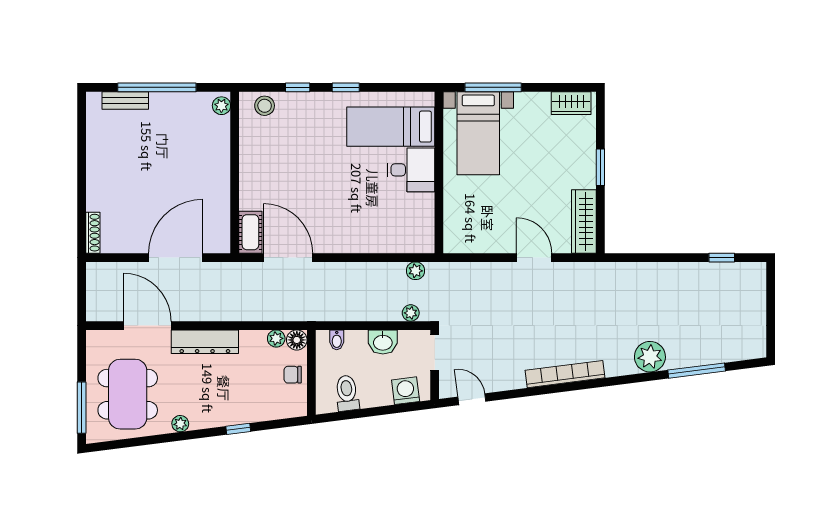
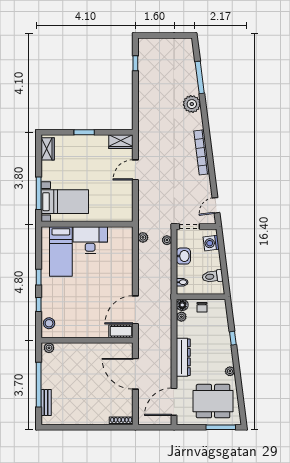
desk: (411, 170) -> (90, 240), width x1.37
wardrobe: (584, 221) -> (121, 142), width x0.67
door: (147, 326) -> (174, 402), moved

